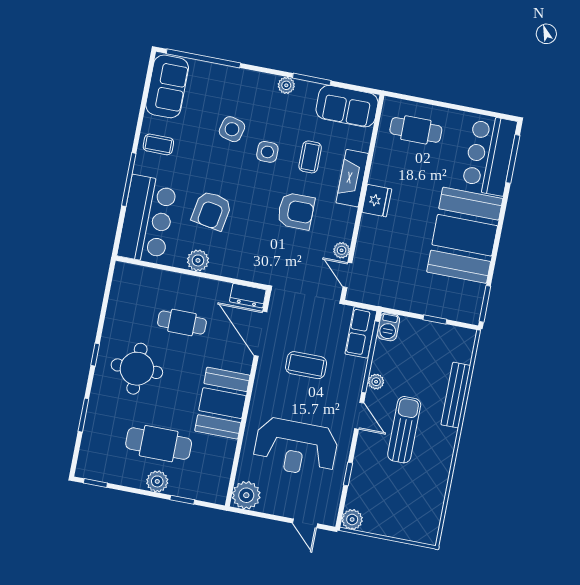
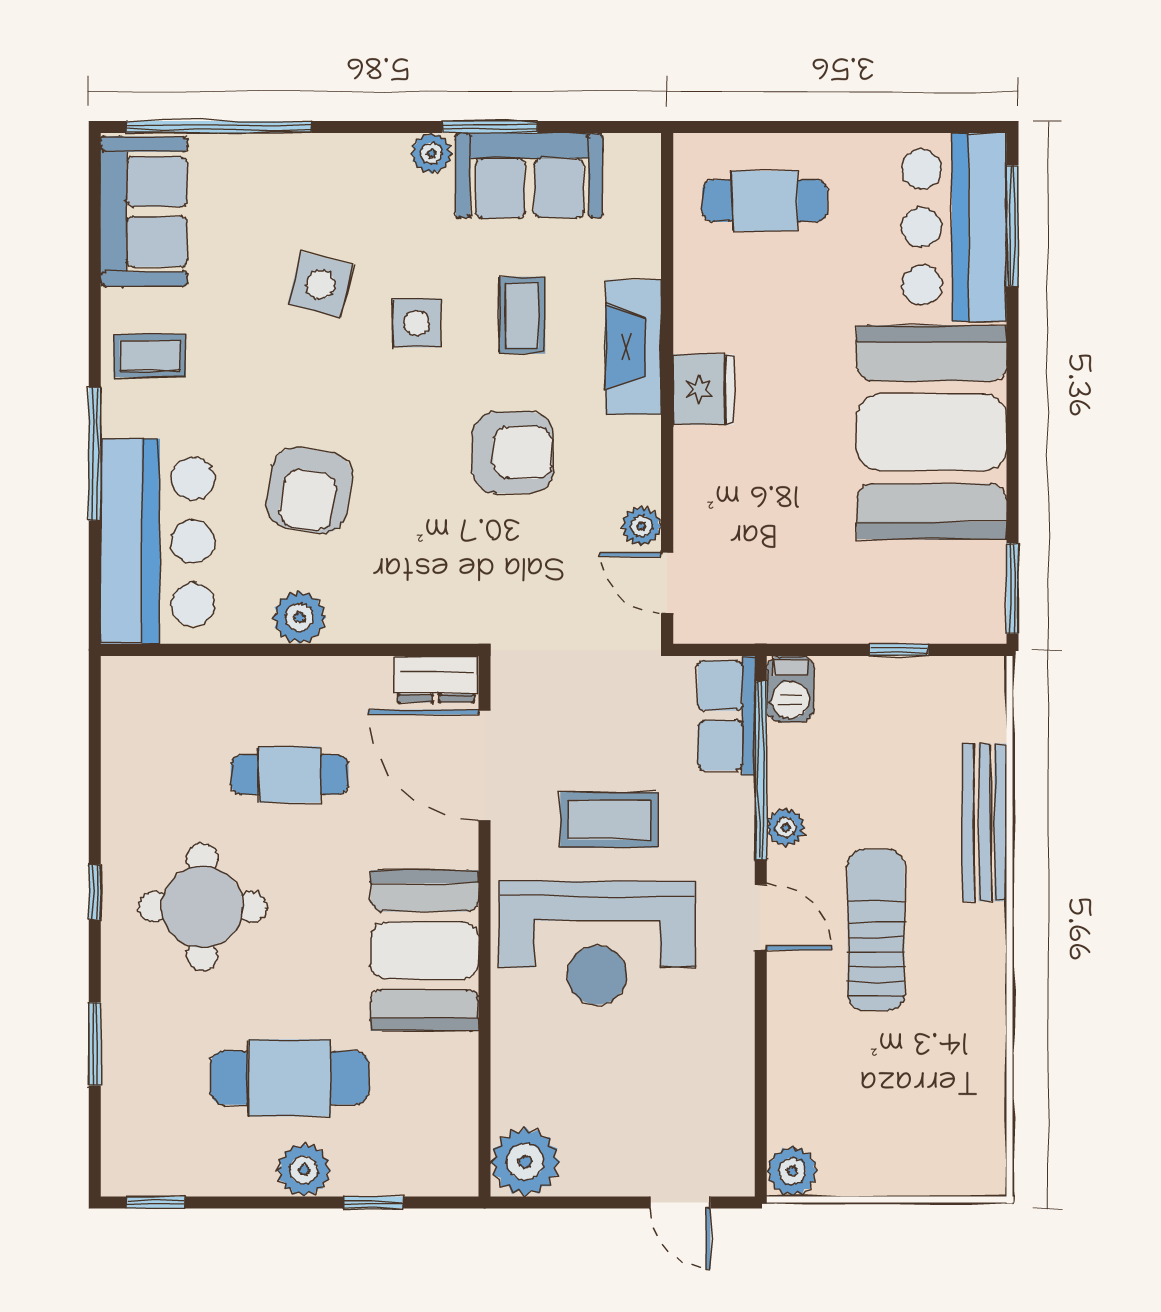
sofa: (347, 106) -> (529, 175), moved
reception desk: (296, 447) -> (597, 943), moved
window: (348, 474) -> (761, 1063), removed

